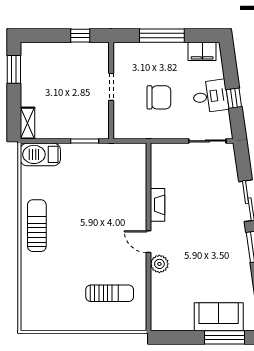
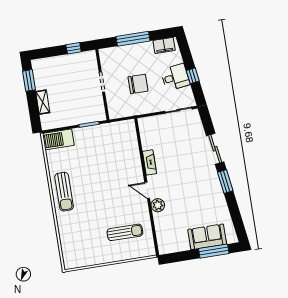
shelving: (28, 123) -> (43, 102), moved
sun lounger: (37, 226) -> (64, 192), turned 180

